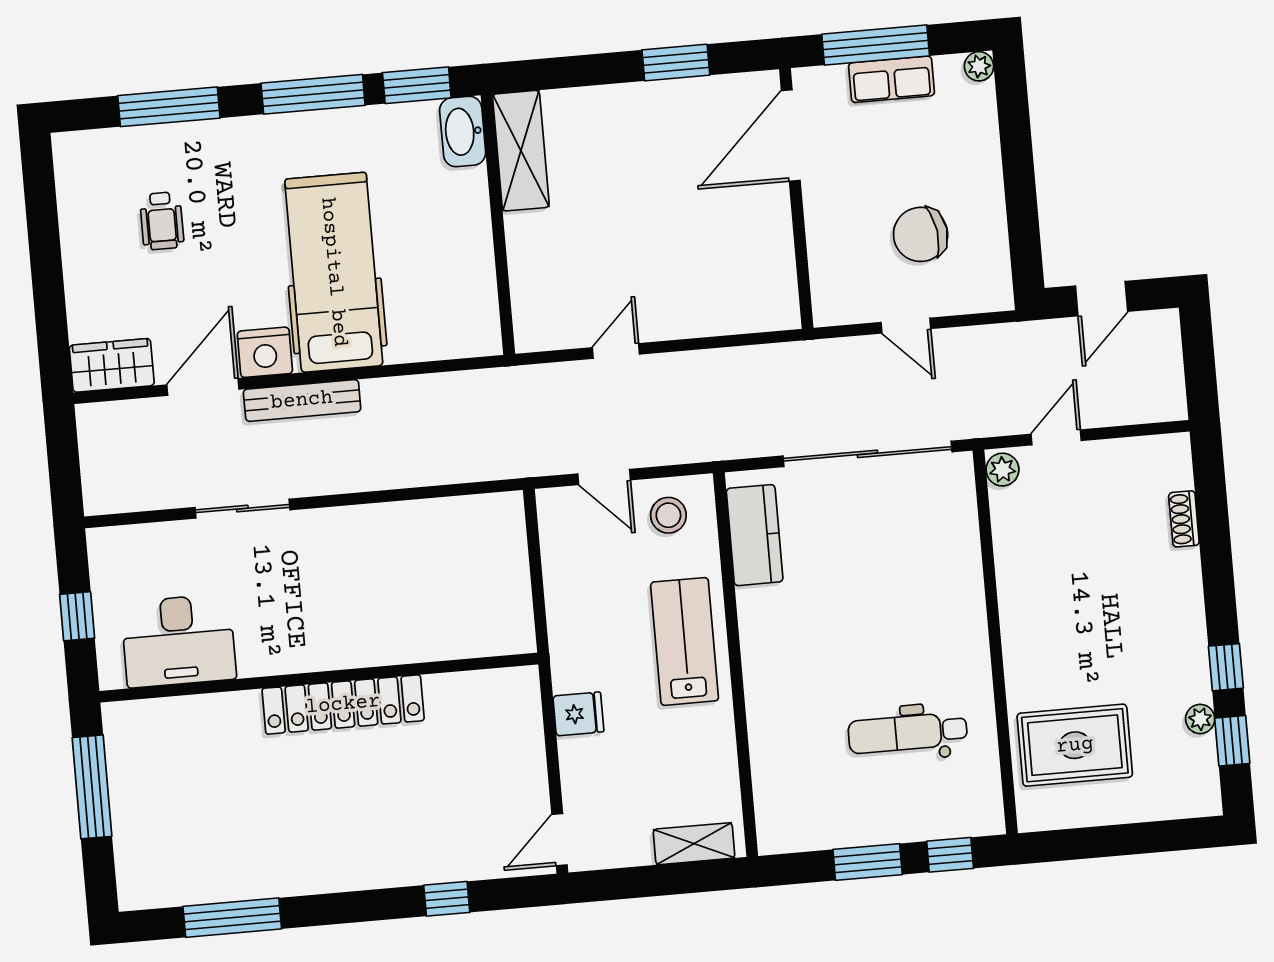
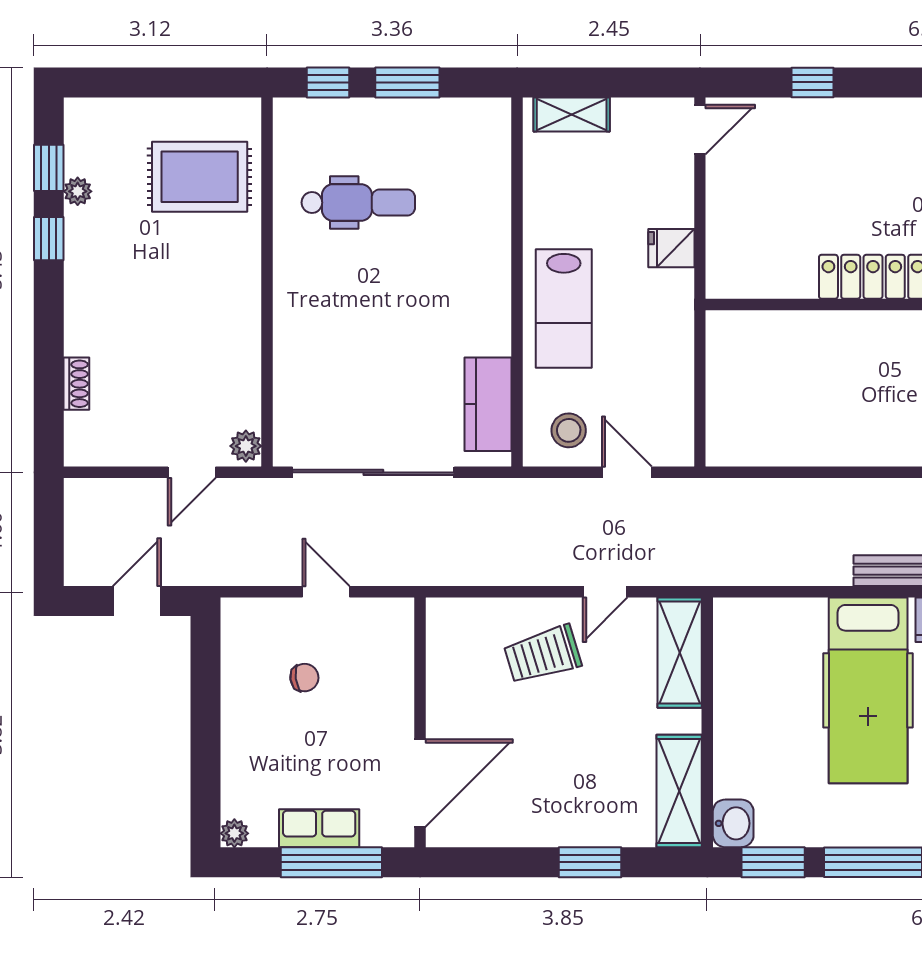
window: (676, 63) -> (590, 862), moved
washbasin: (463, 131) -> (733, 823), width x0.72
chair: (921, 234) -> (304, 678), width x0.54, depth x0.54
trolley: (675, 280) -> (543, 655), added
shelving: (533, 294) -> (680, 653), added

